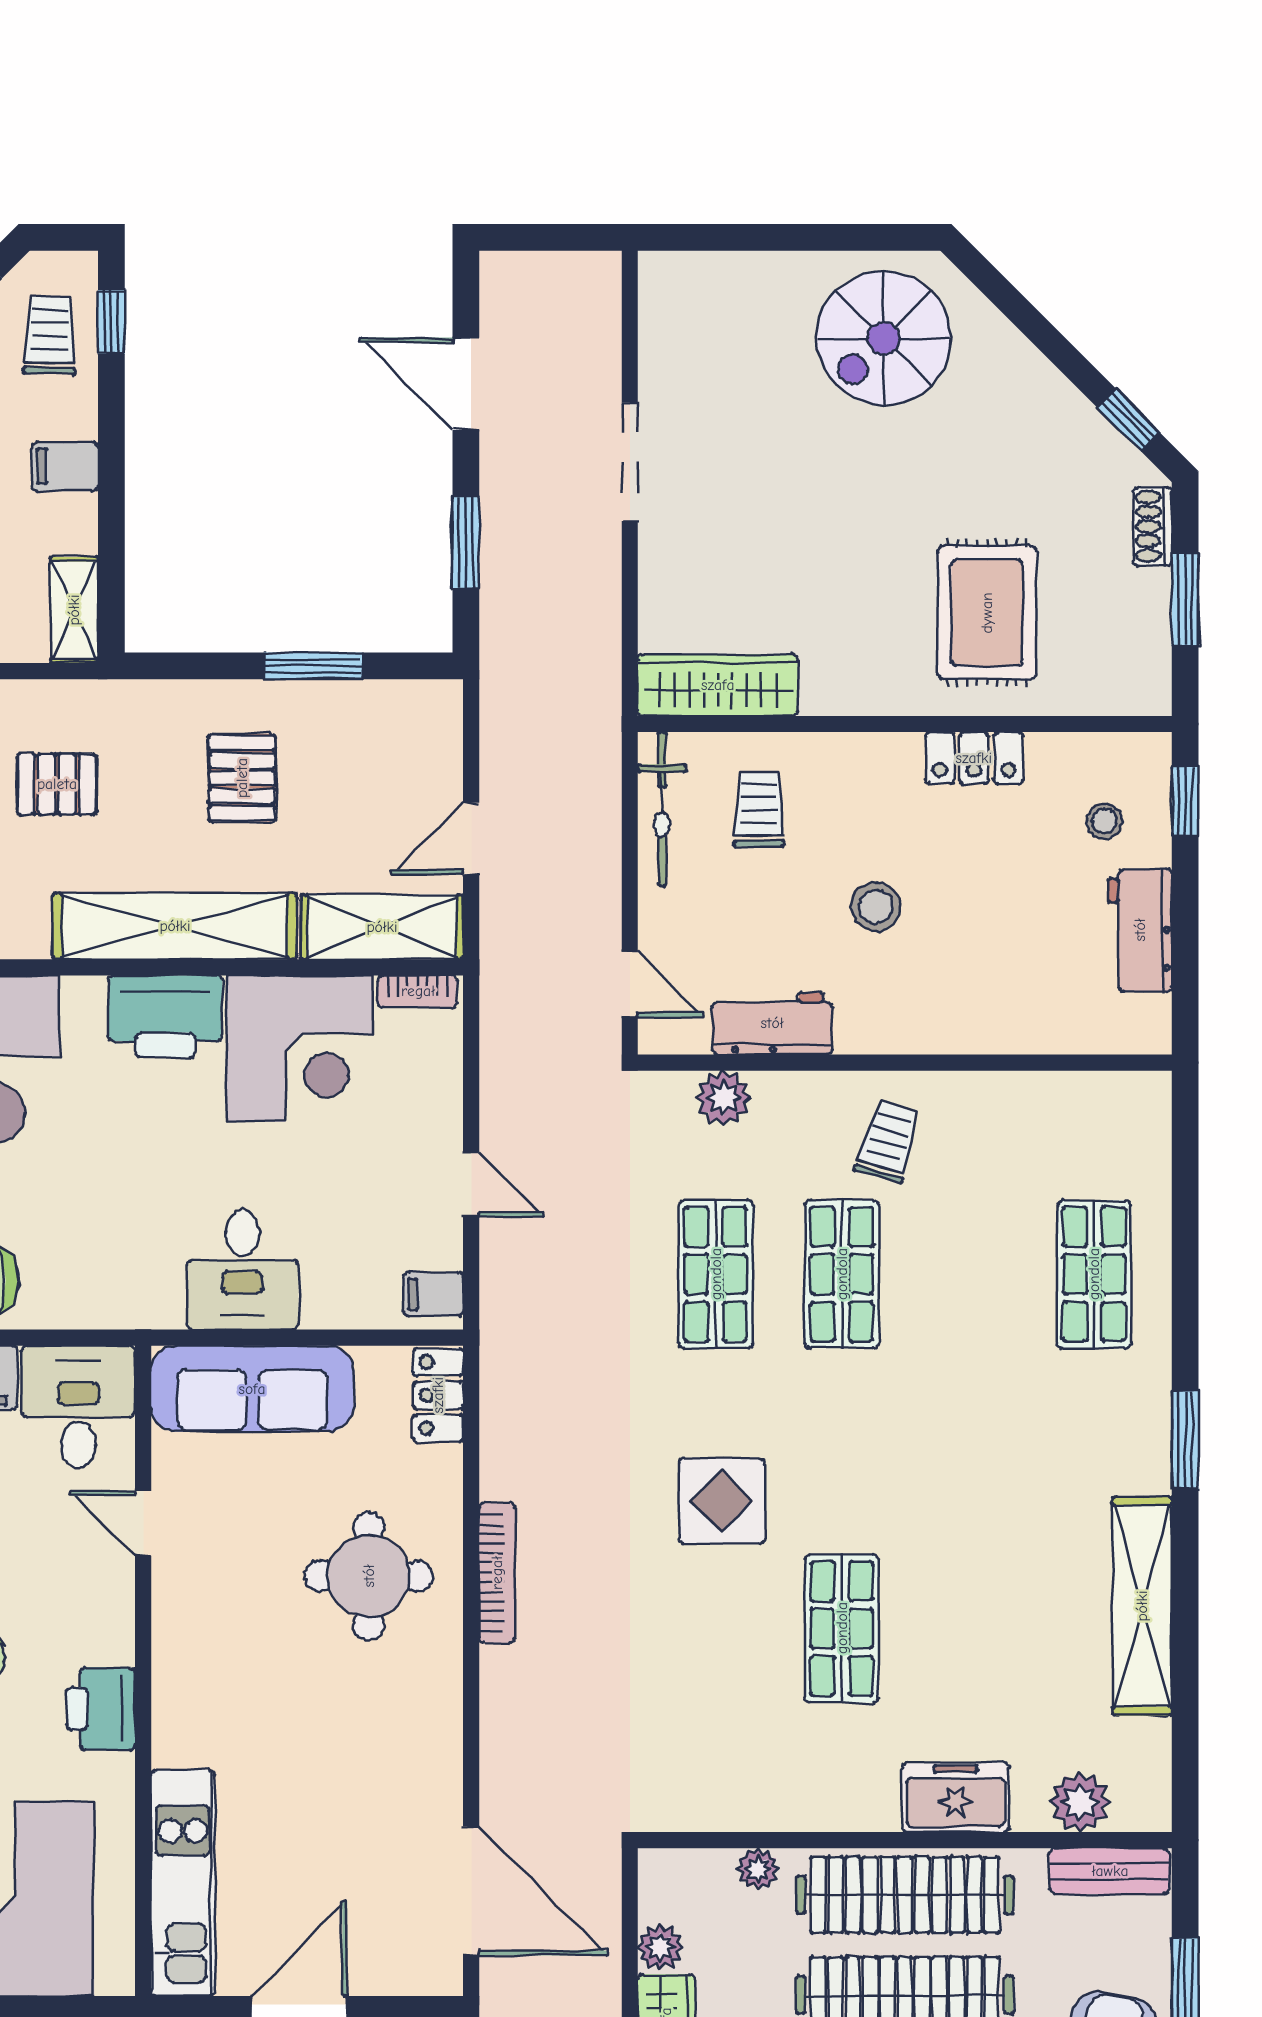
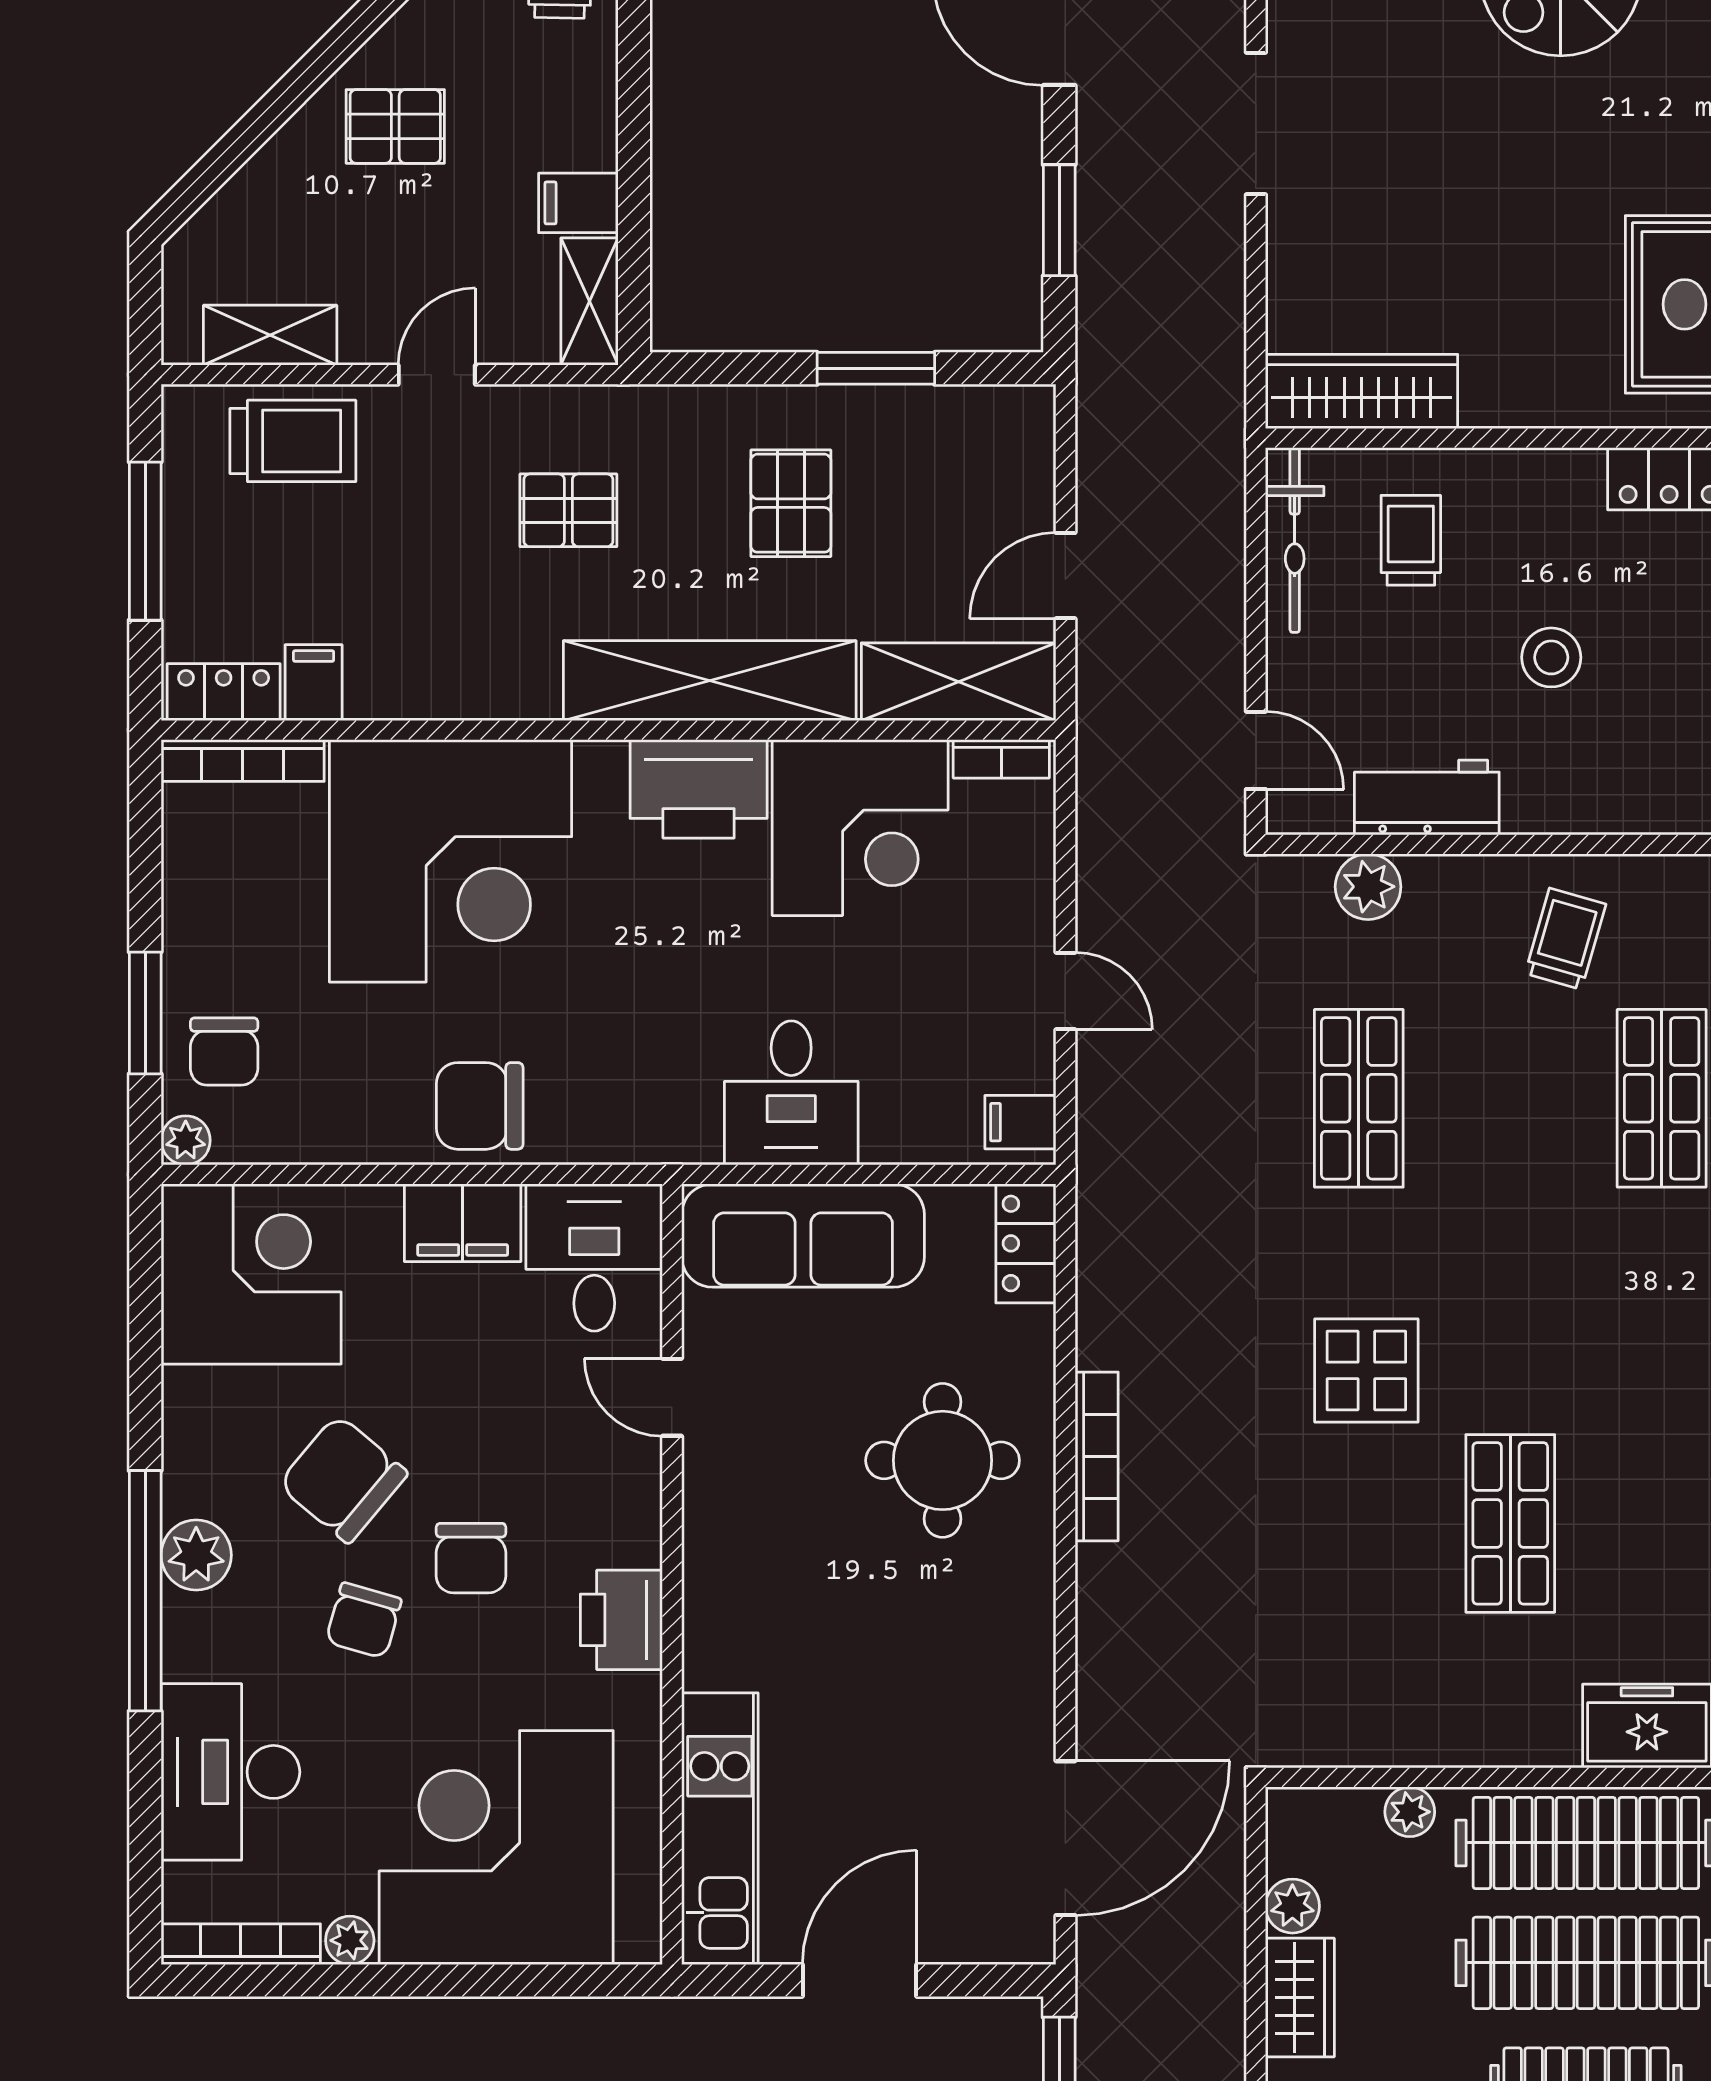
filing cabinet: (65, 466) -> (578, 203), moved
shop shelf: (842, 1274) -> (1662, 1098), moved
door: (471, 1891) -> (1065, 1838), hinge flipped

